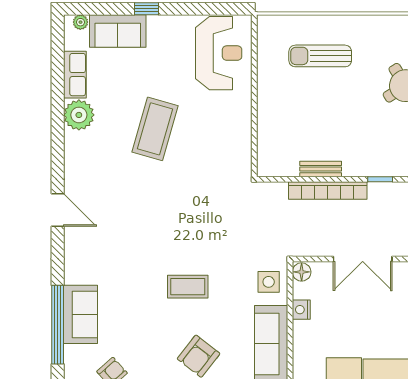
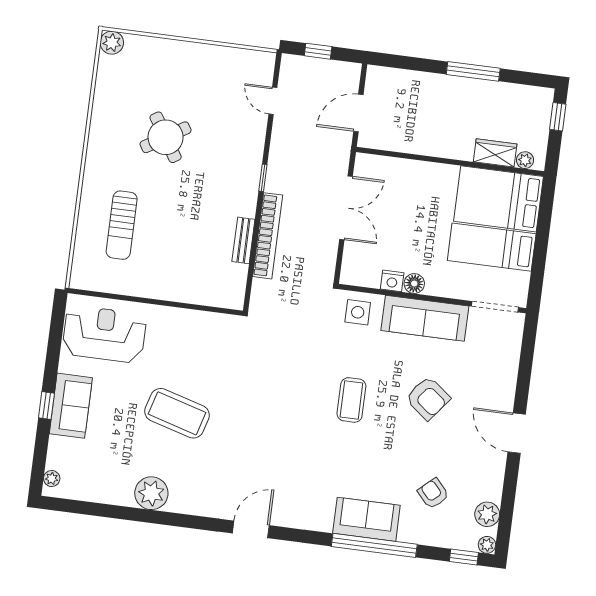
sofa: (118, 31) -> (71, 406), moved
row of seats: (75, 75) -> (107, 492), removed
floor lamp: (302, 272) -> (414, 284), moved

